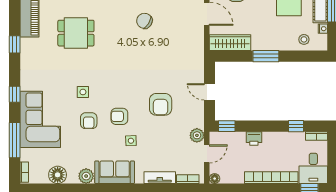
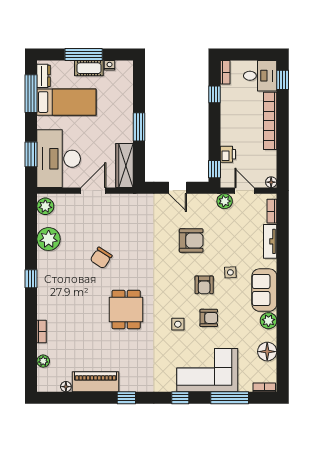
dining table: (76, 33) -> (126, 309), moved
stool: (304, 39) -> (121, 86), removed
door: (209, 92) -> (178, 188), hinge flipped
printer: (254, 138) -> (228, 154), moved

